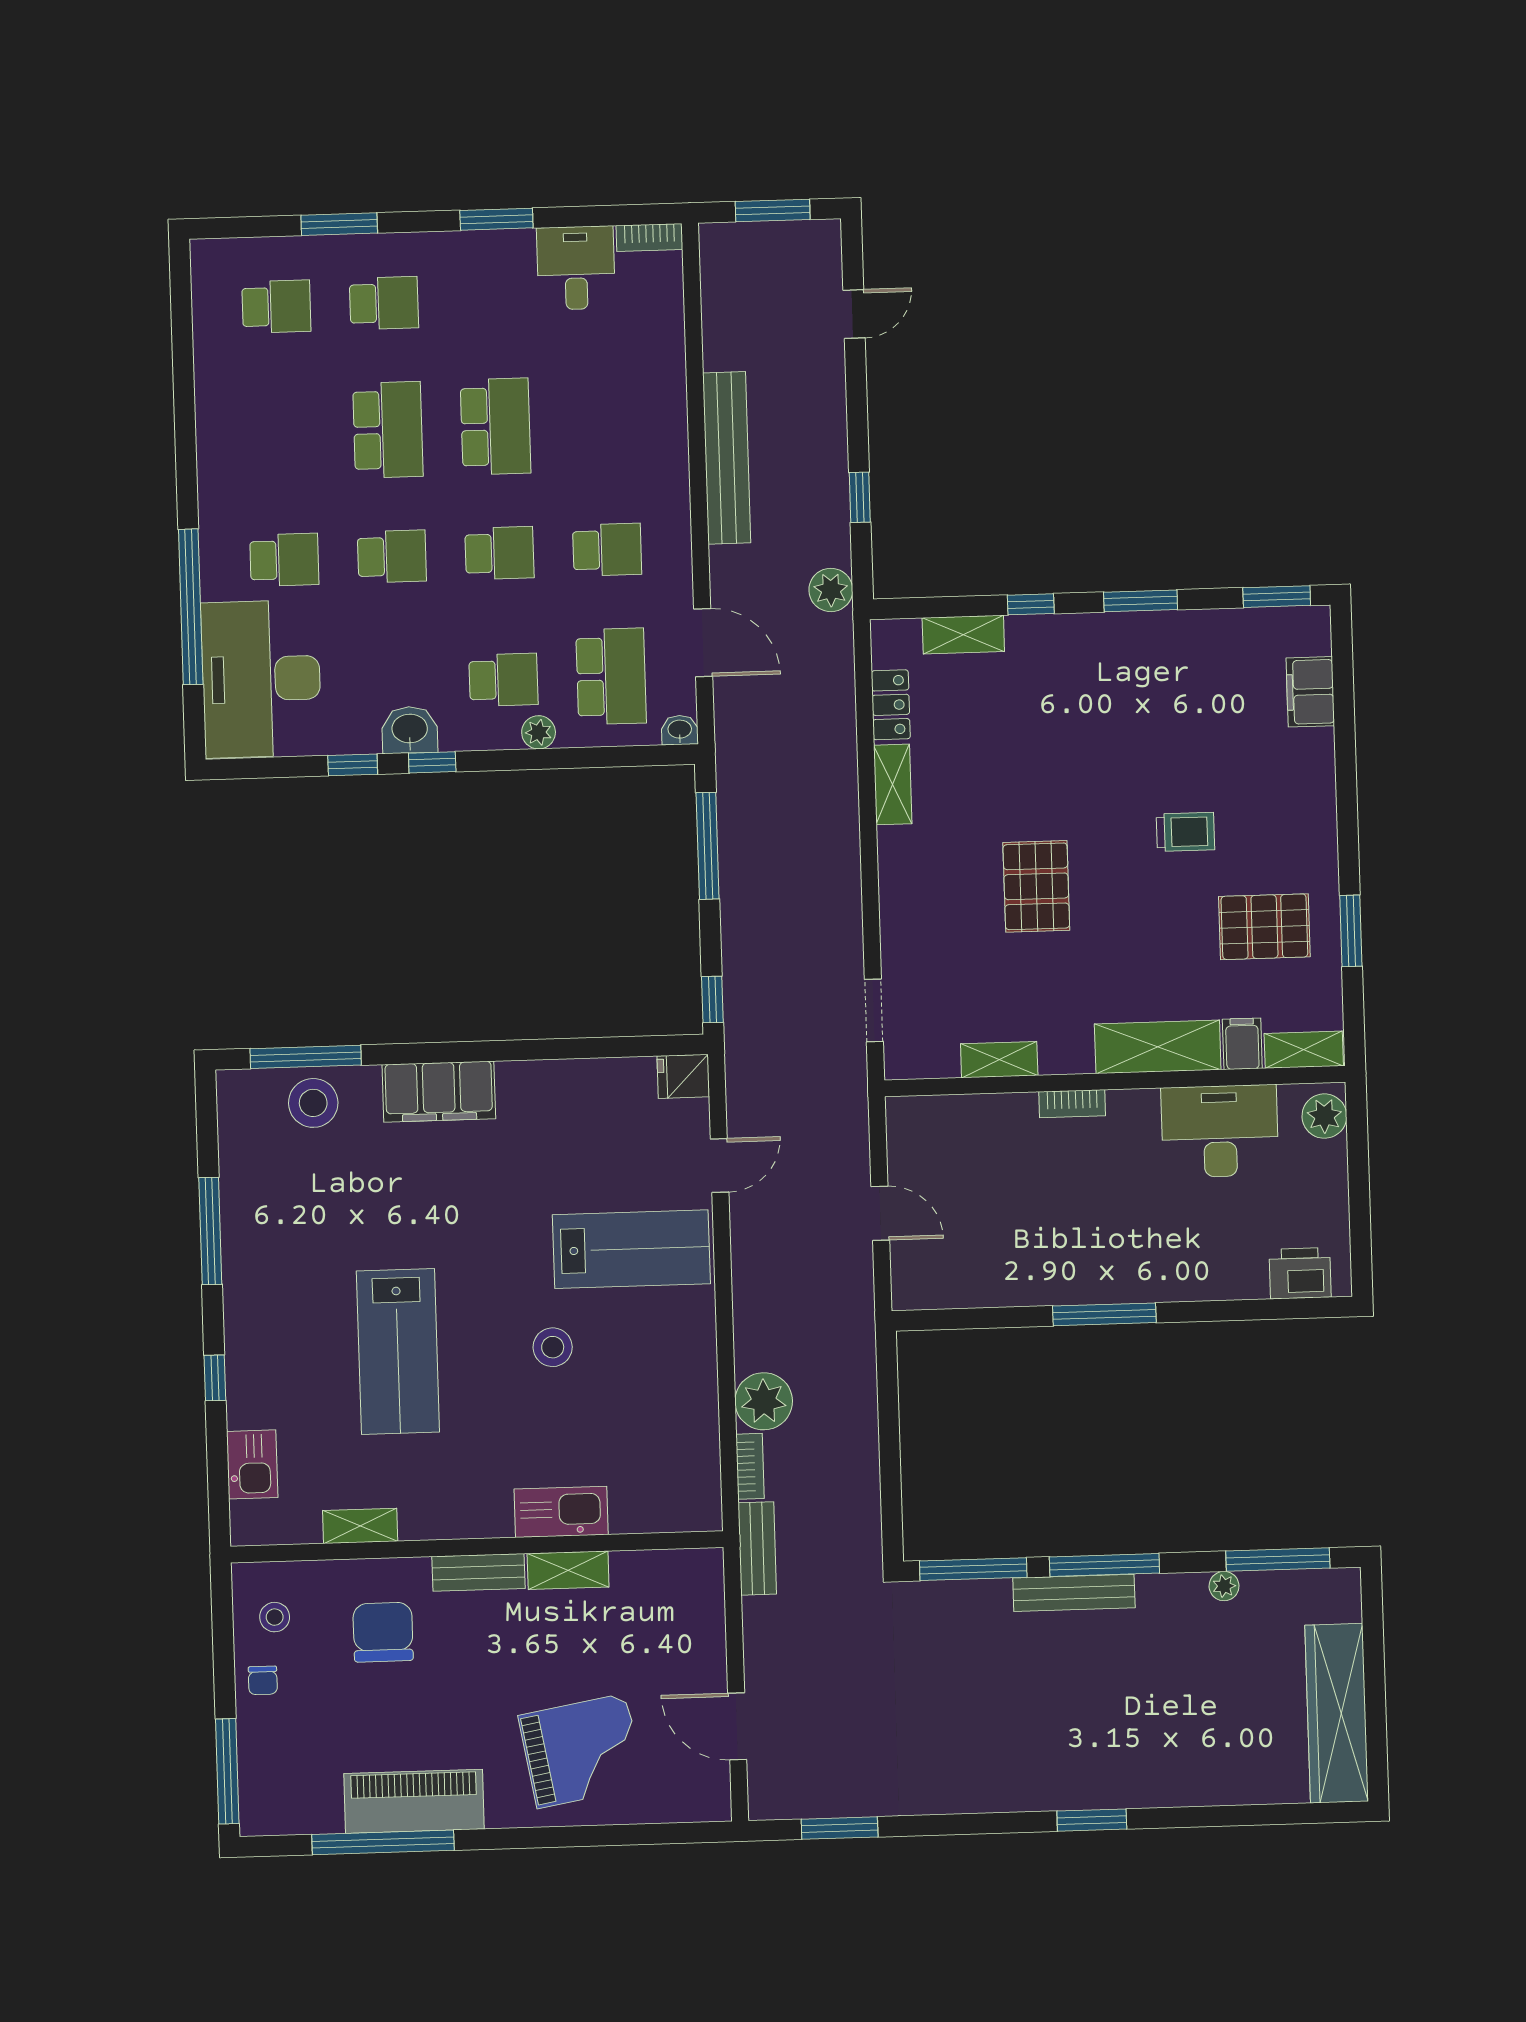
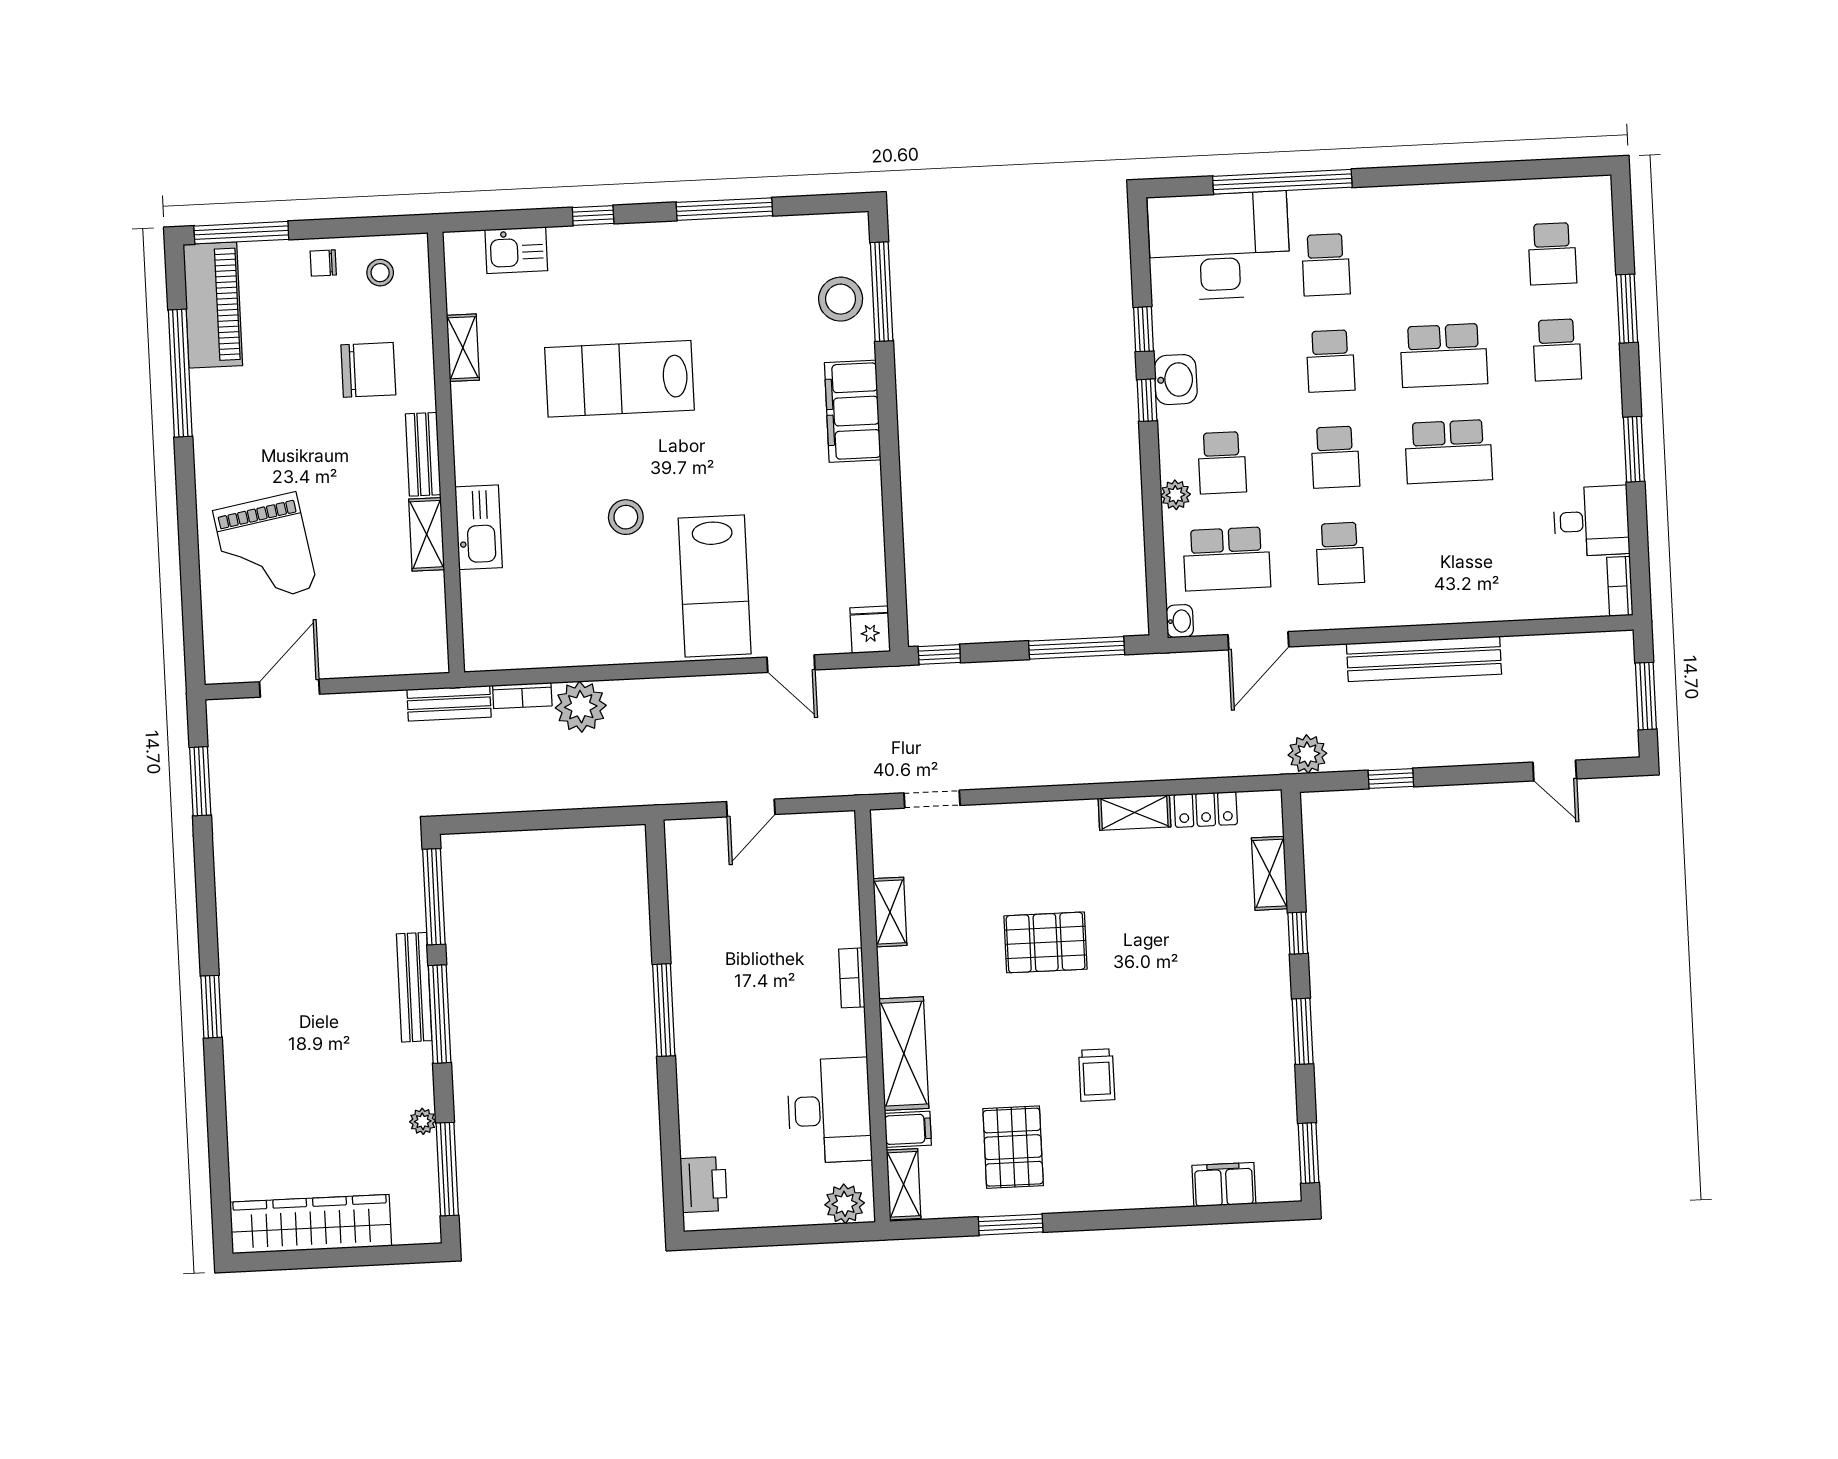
piano: (414, 1801) -> (213, 305), moved

